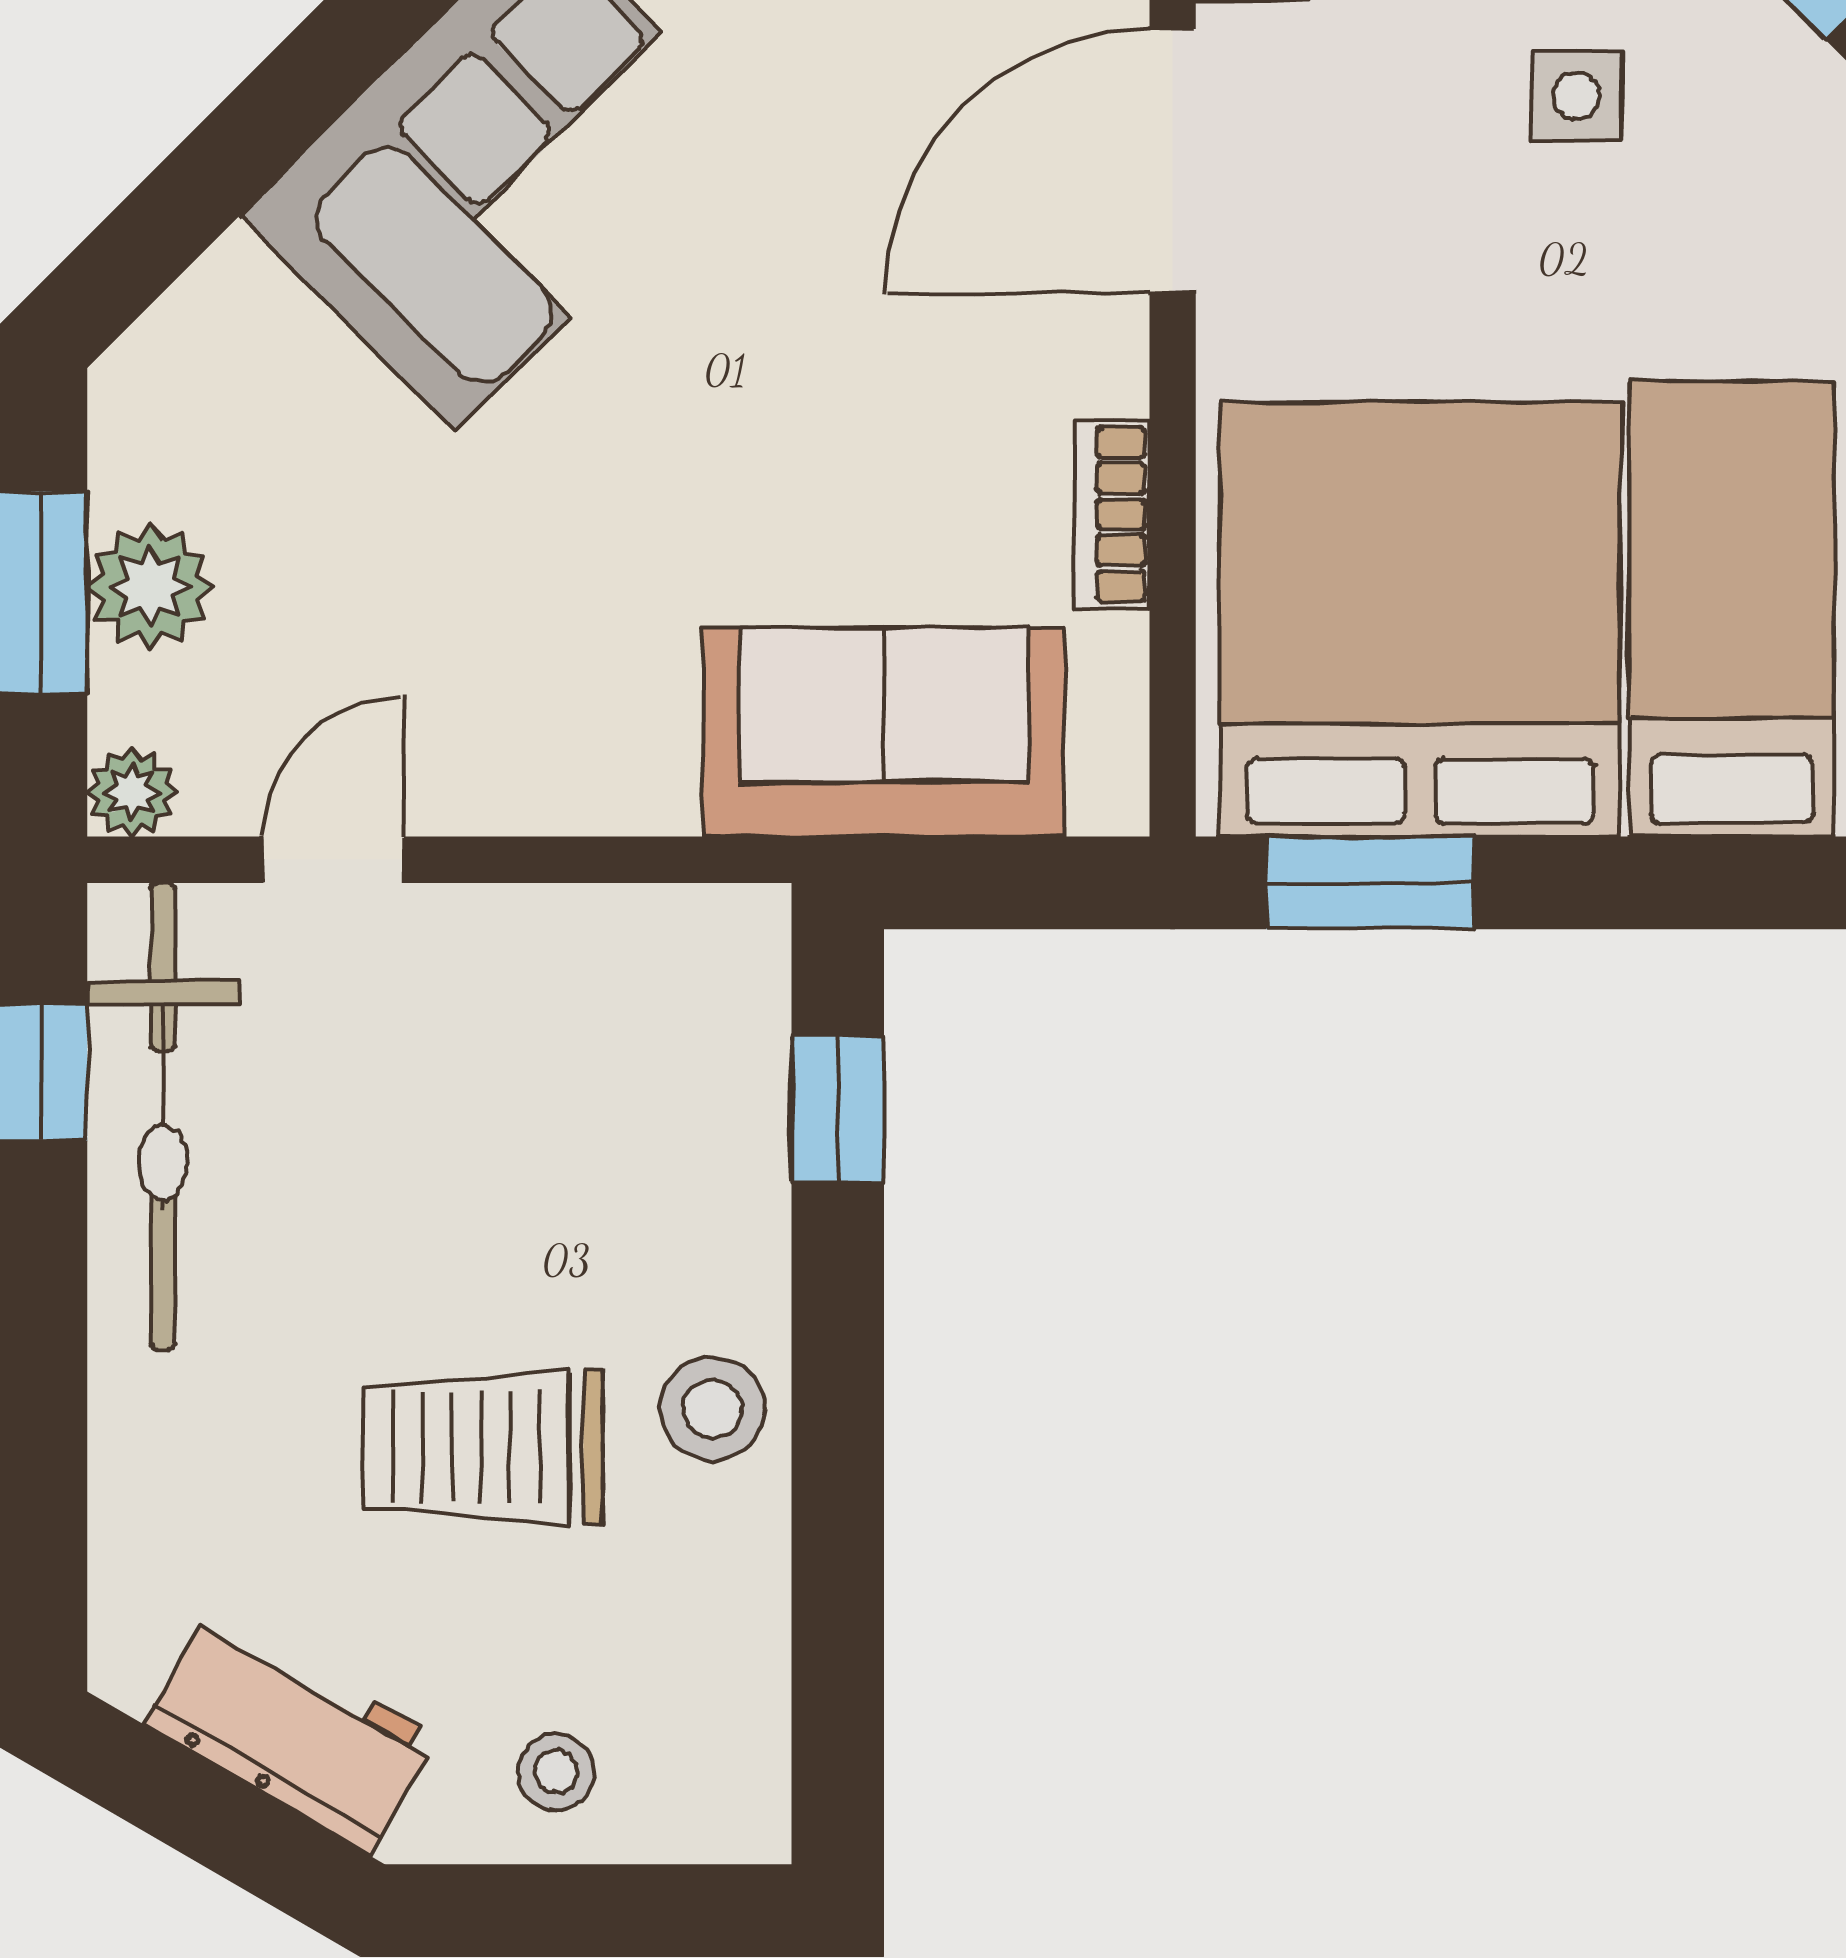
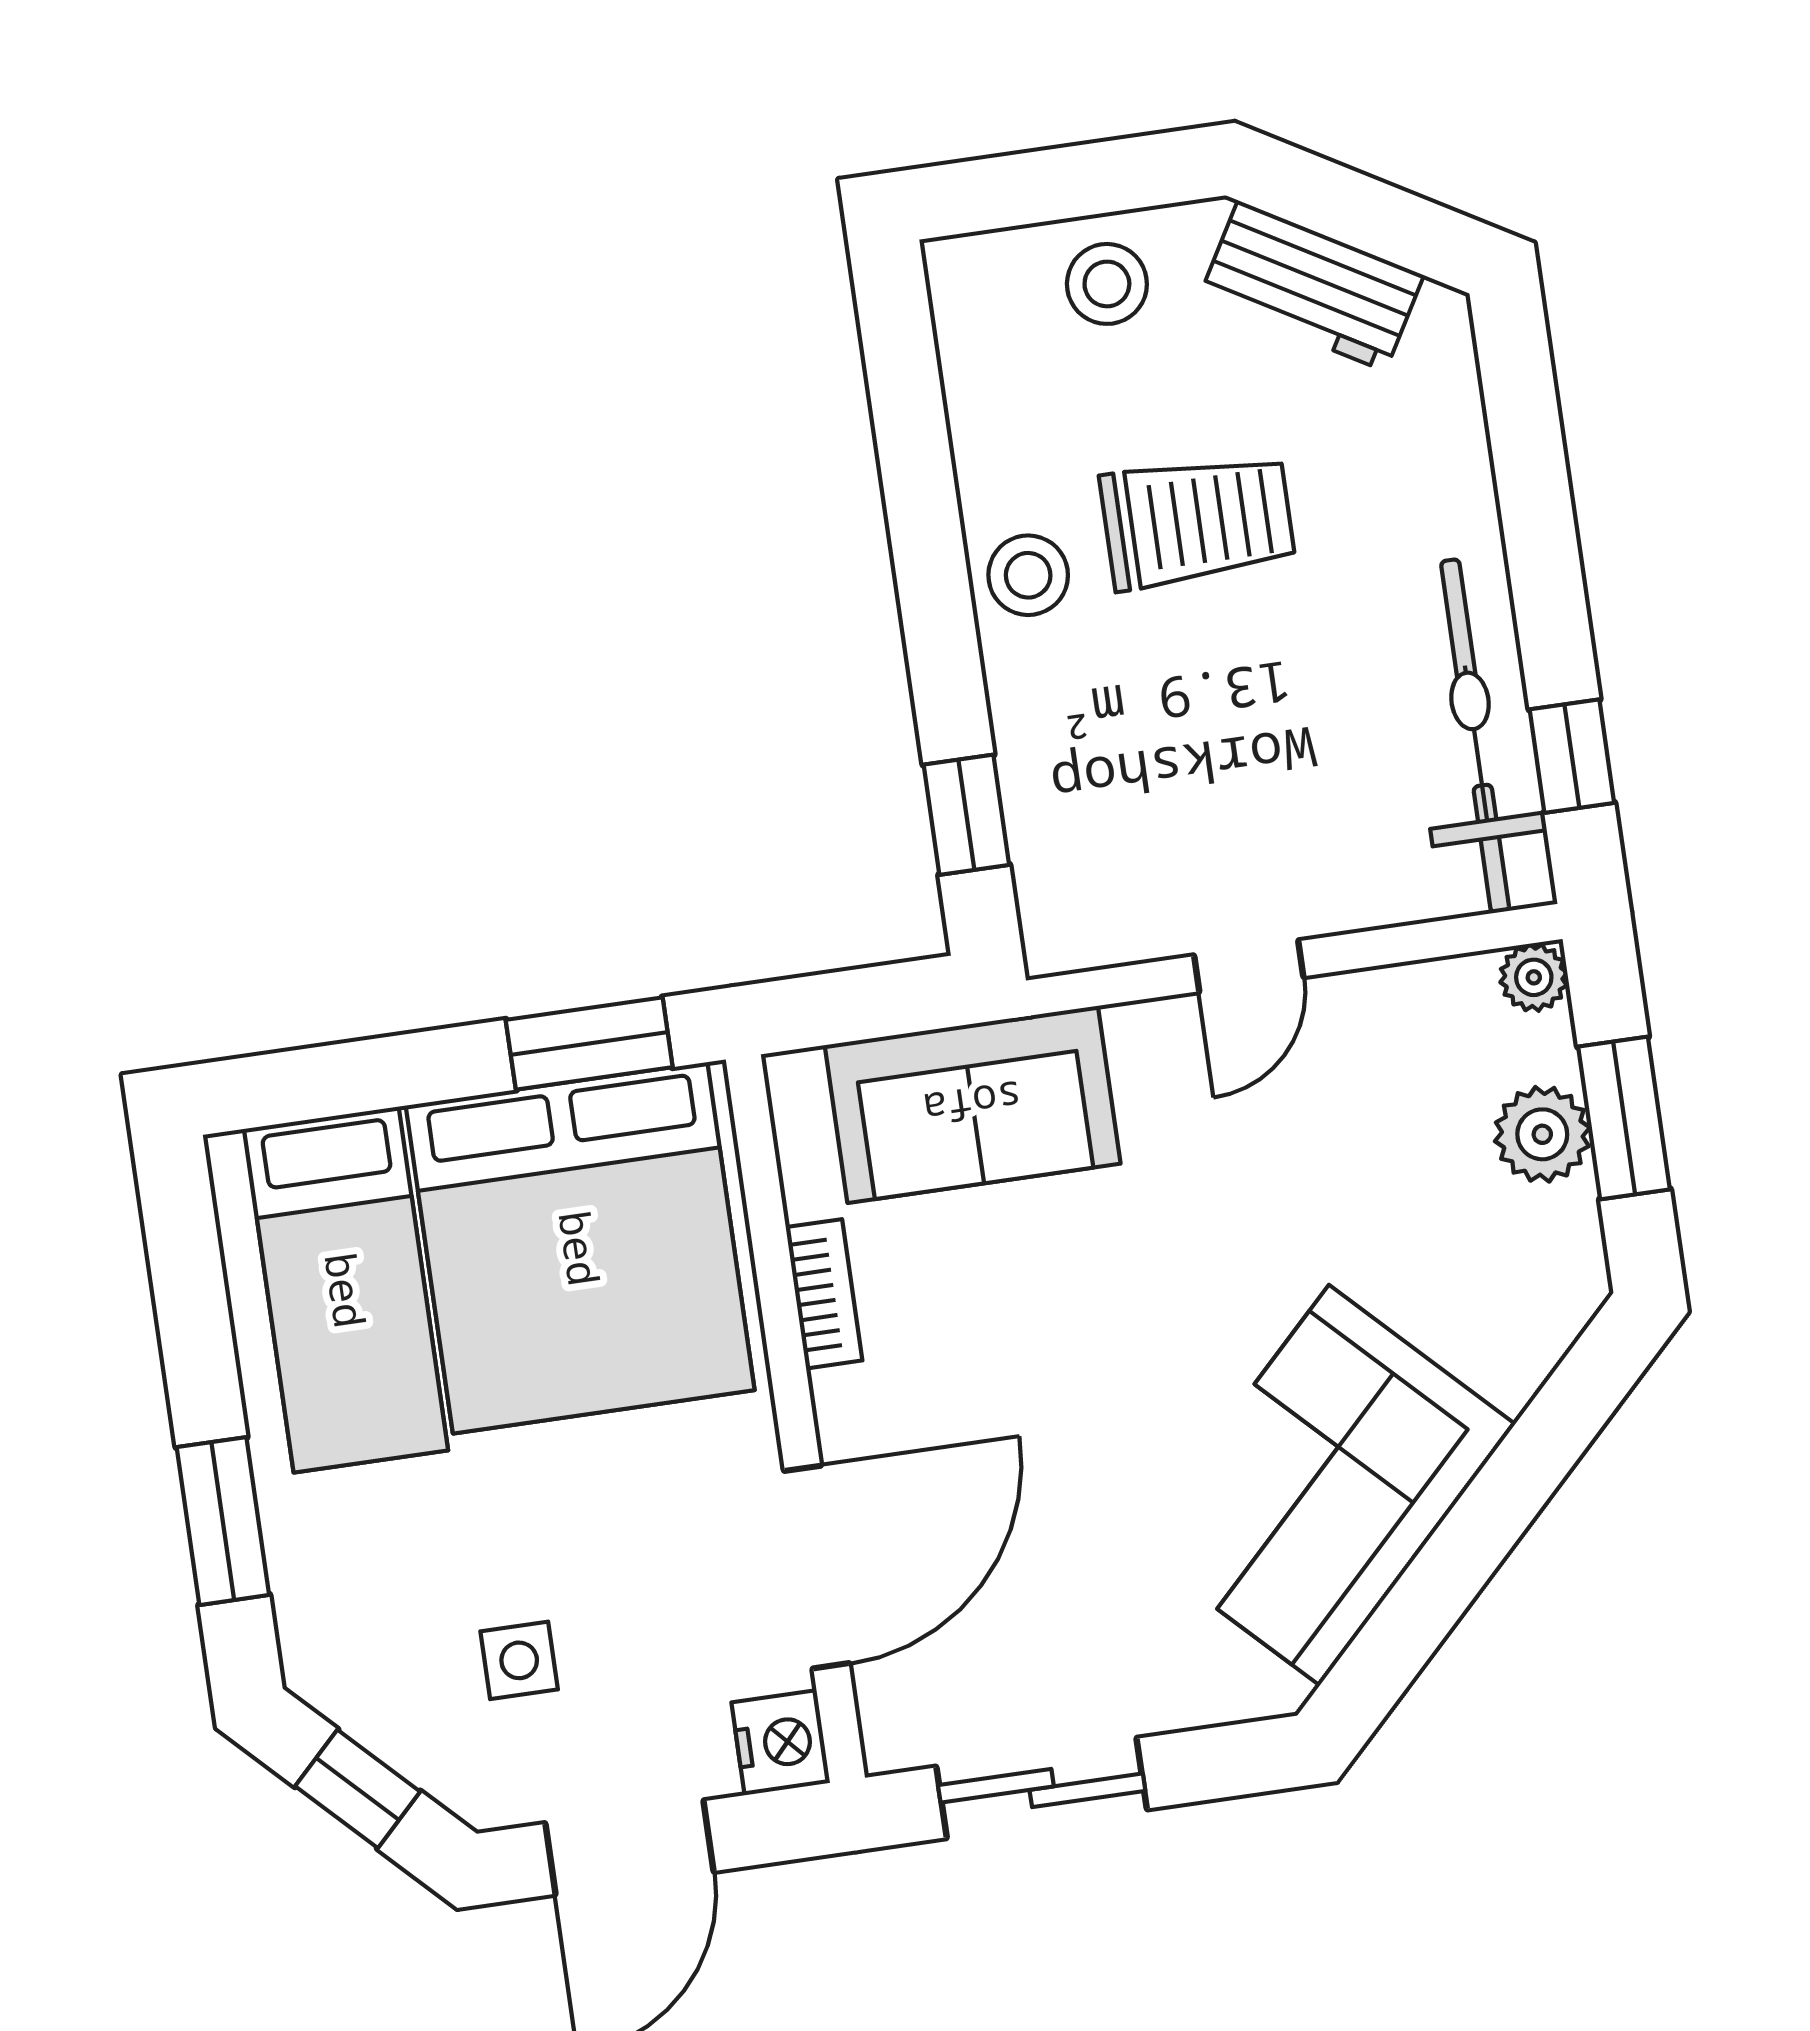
door: (334, 860) -> (1249, 966), moved
stool: (556, 1772) -> (1107, 284), width x1.37, depth x1.37

